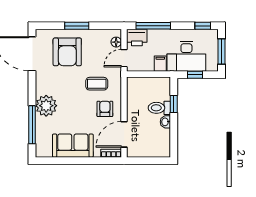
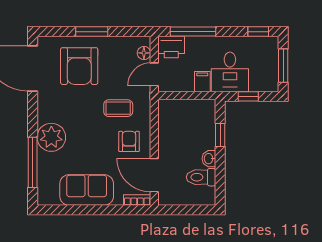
desk: (186, 56) -> (230, 72), width x0.73
toilet: (159, 108) -> (201, 177), moved
door: (124, 134) -> (154, 175), hinge flipped

